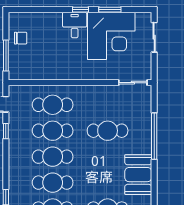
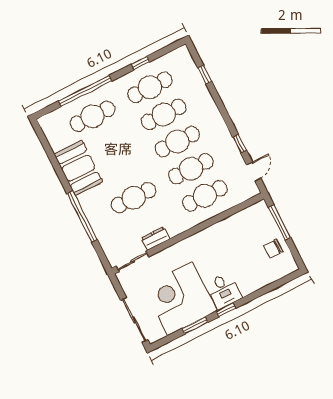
sliding door: (154, 37) -> (134, 320), width x1.37
dresser: (107, 91) -> (155, 239), added

